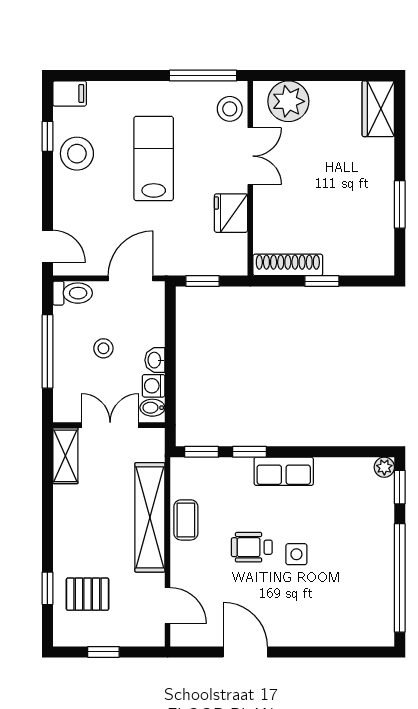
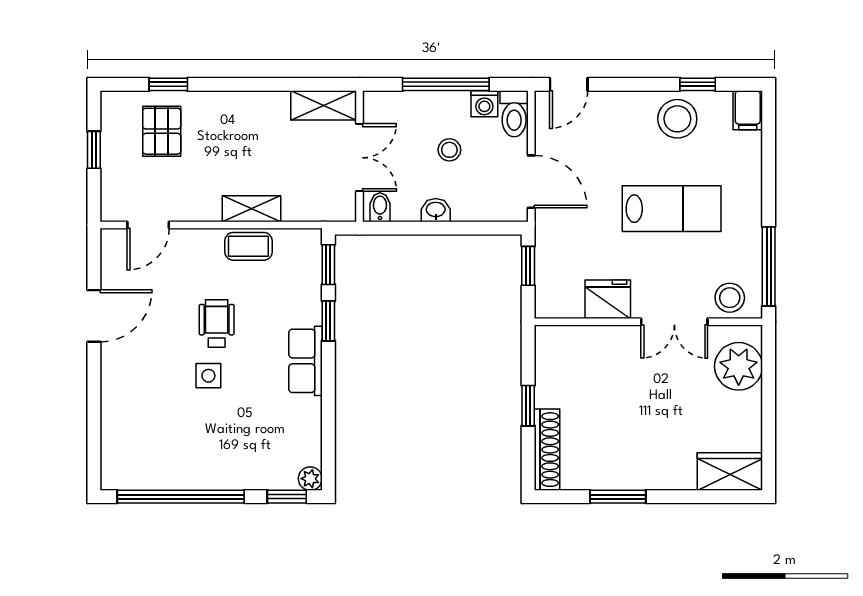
shoe rack: (288, 265) -> (547, 450), moved
washing machine: (154, 386) -> (484, 104), moved, turned 180
shelving: (150, 517) -> (252, 209), width x0.45, depth x0.75

